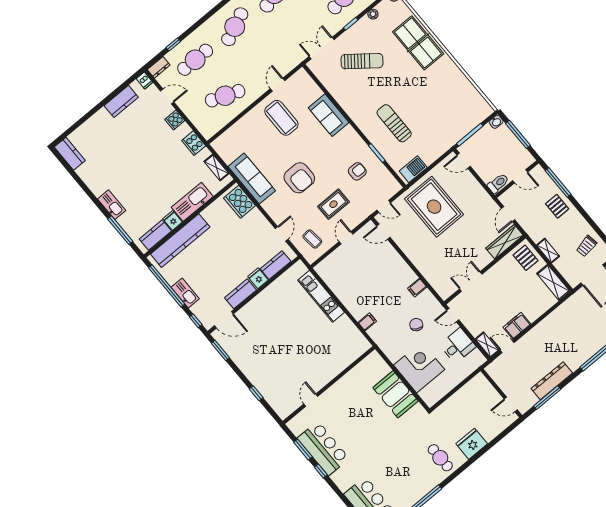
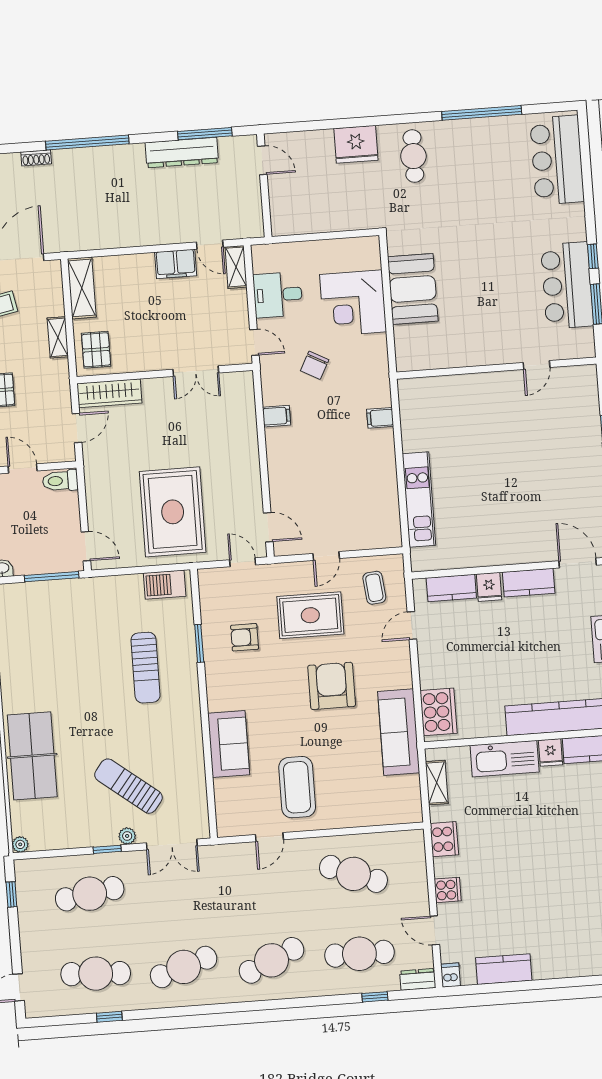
plant: (373, 14) -> (127, 836), moved
rug: (333, 204) -> (310, 615), width x1.36, depth x1.43

